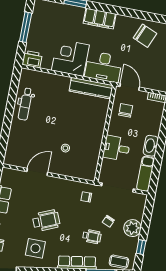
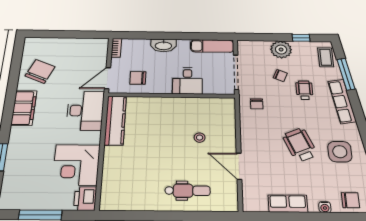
filing cabinet: (100, 19) -> (24, 108), moved
corner desk: (70, 58) -> (76, 165), moved
dental chair: (25, 104) -> (188, 191), moved
washbasin: (151, 146) -> (163, 45), moved

